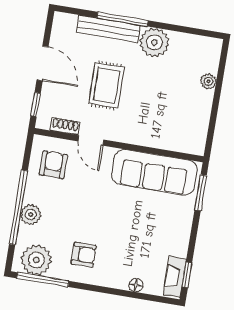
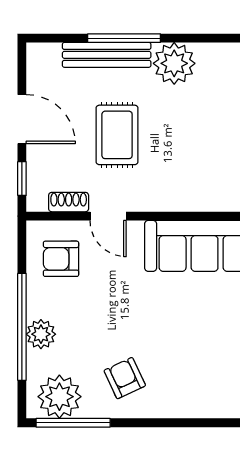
armchair: (53, 165) -> (61, 259), turned -90
armchair: (84, 255) -> (125, 378), turned -115
floor lamp: (136, 285) -> (205, 409), removed

